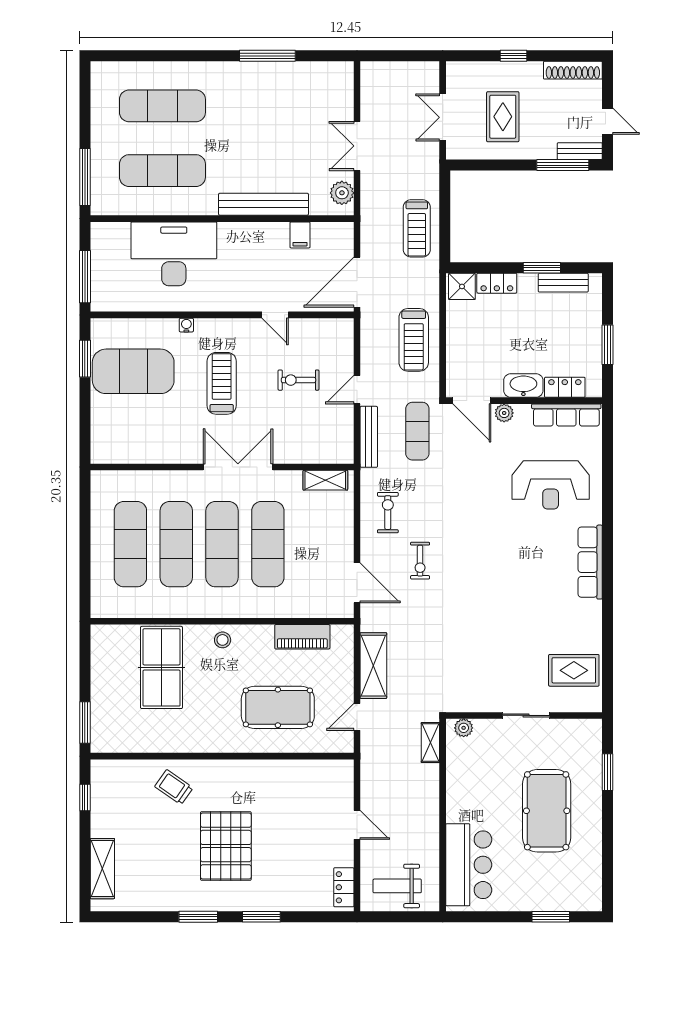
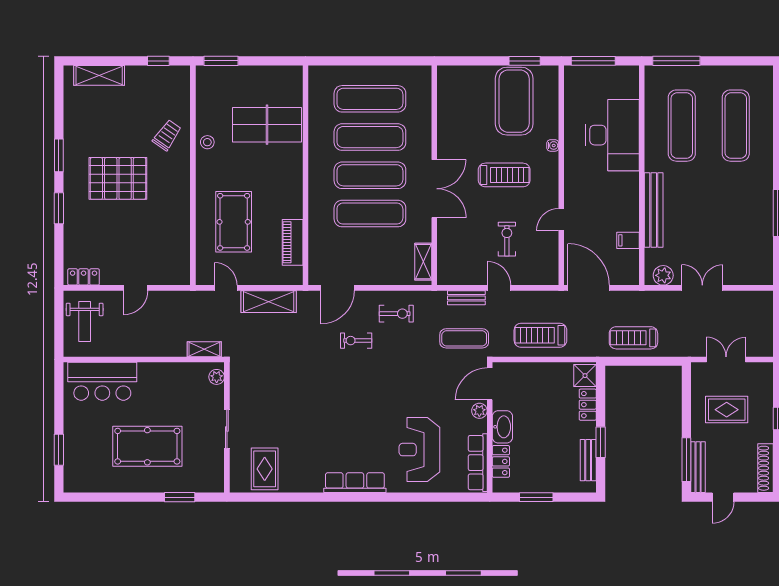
bench: (580, 151) -> (698, 467), width x1.36
bench: (369, 437) -> (466, 298), width x0.73
stool: (223, 640) -> (207, 142), moved
weight bench: (397, 886) -> (85, 321), turned 180

